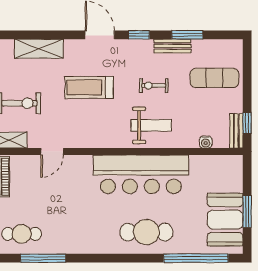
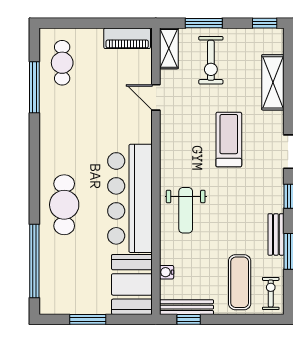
exercise bike: (154, 86) -> (271, 293), moved
bench: (236, 131) -> (187, 307), width x1.36
booth: (225, 220) -> (132, 284), moved, turned 90

